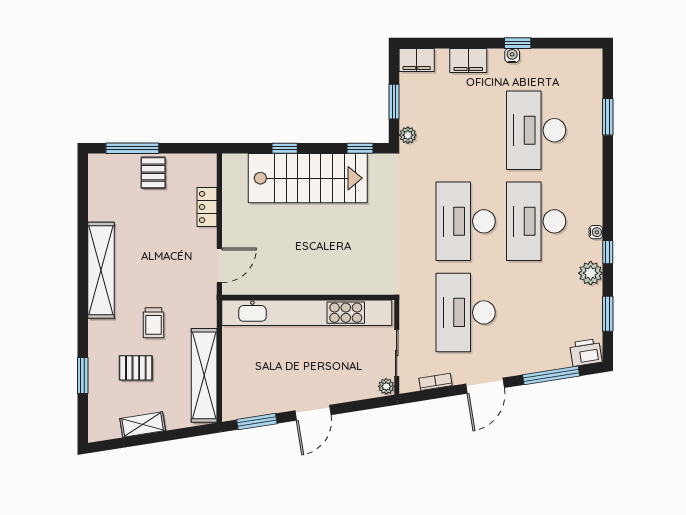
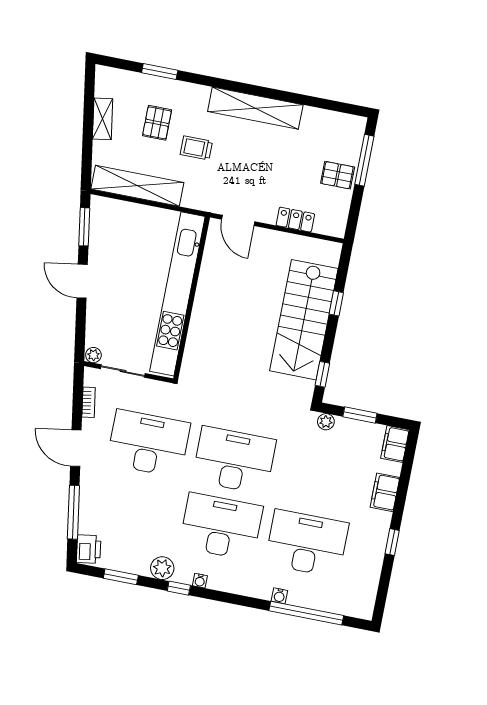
water cooler: (512, 55) -> (279, 596), moved, turned 90
window: (608, 117) -> (306, 613), width x2.11

